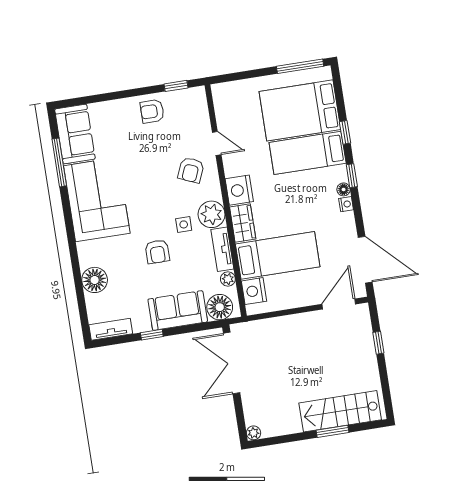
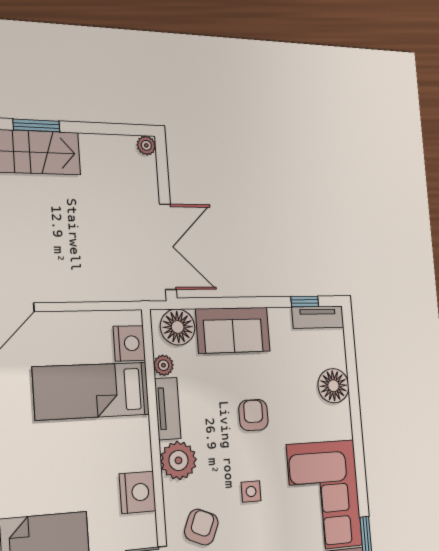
wardrobe: (243, 223) -> (137, 444), removed
side table: (184, 224) -> (251, 492), moved
window: (152, 335) -> (305, 302), moved

